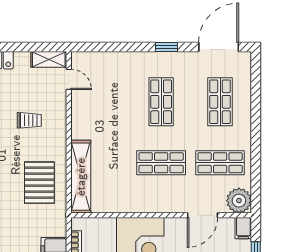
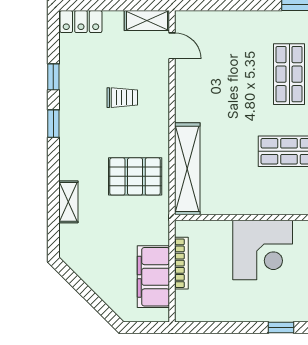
pallet: (39, 183) -> (135, 176), turned 90

